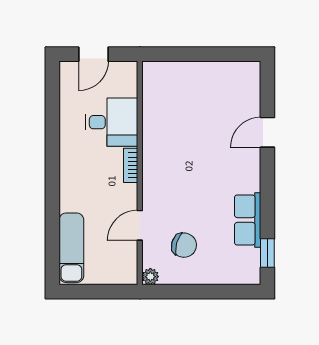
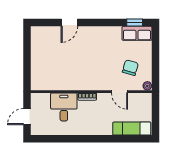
door: (93, 54) -> (27, 117), swing flipped
door: (267, 132) -> (69, 23), hinge flipped
row of seats: (248, 220) -> (137, 33), moved

